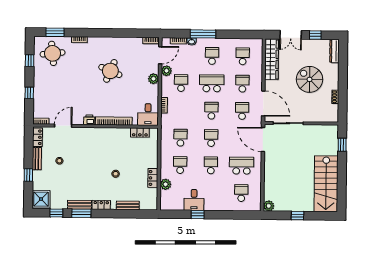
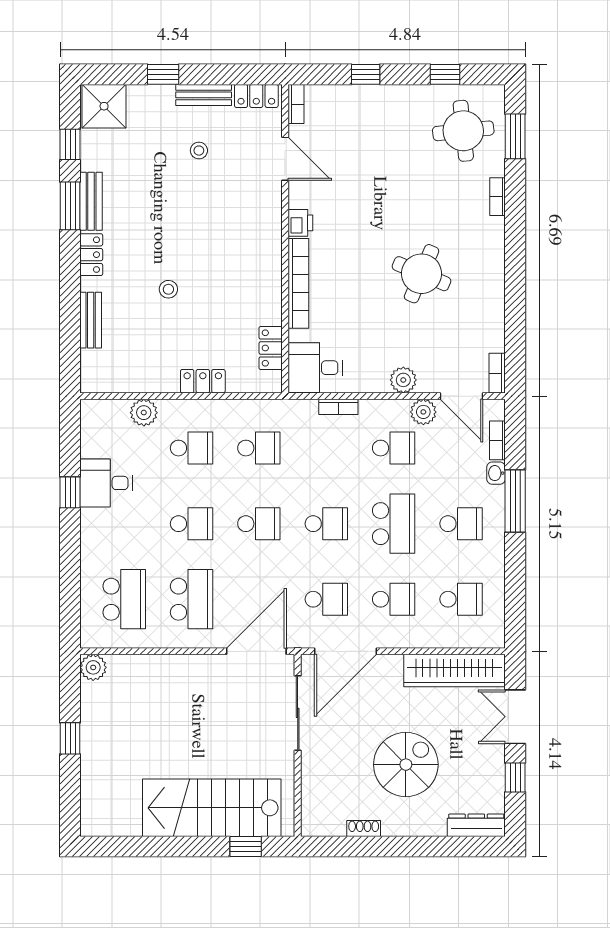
locker: (153, 178) -> (203, 381), moved
stairs: (326, 184) -> (212, 808), moved
school desk: (241, 193) -> (124, 599), width x1.85

